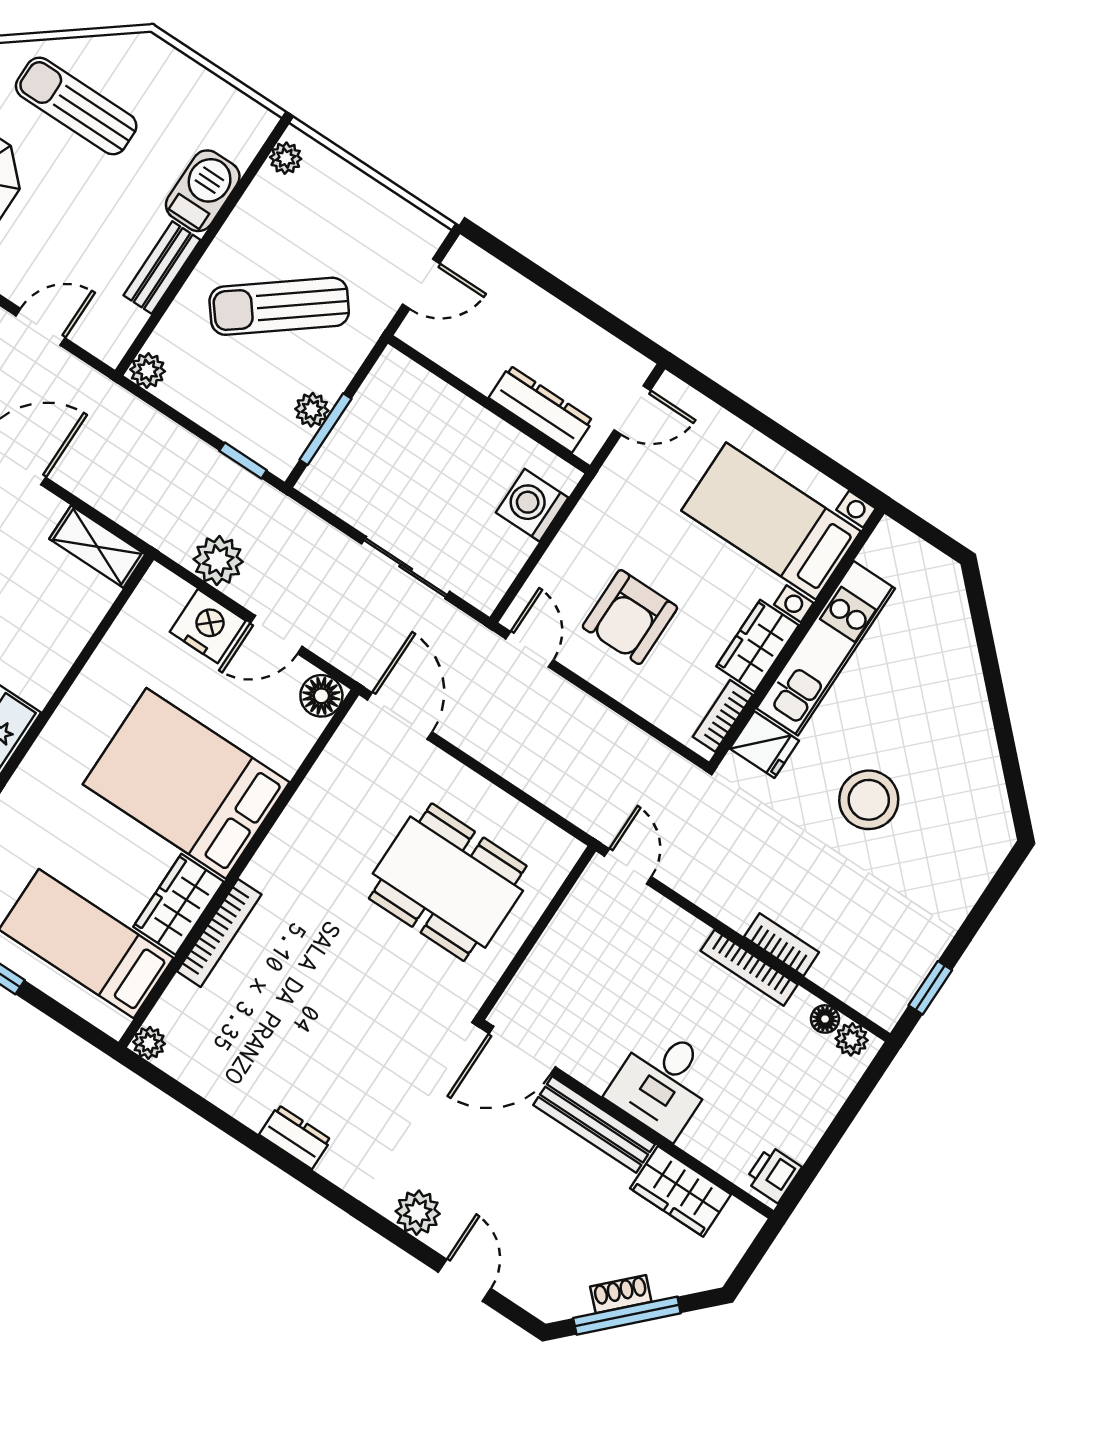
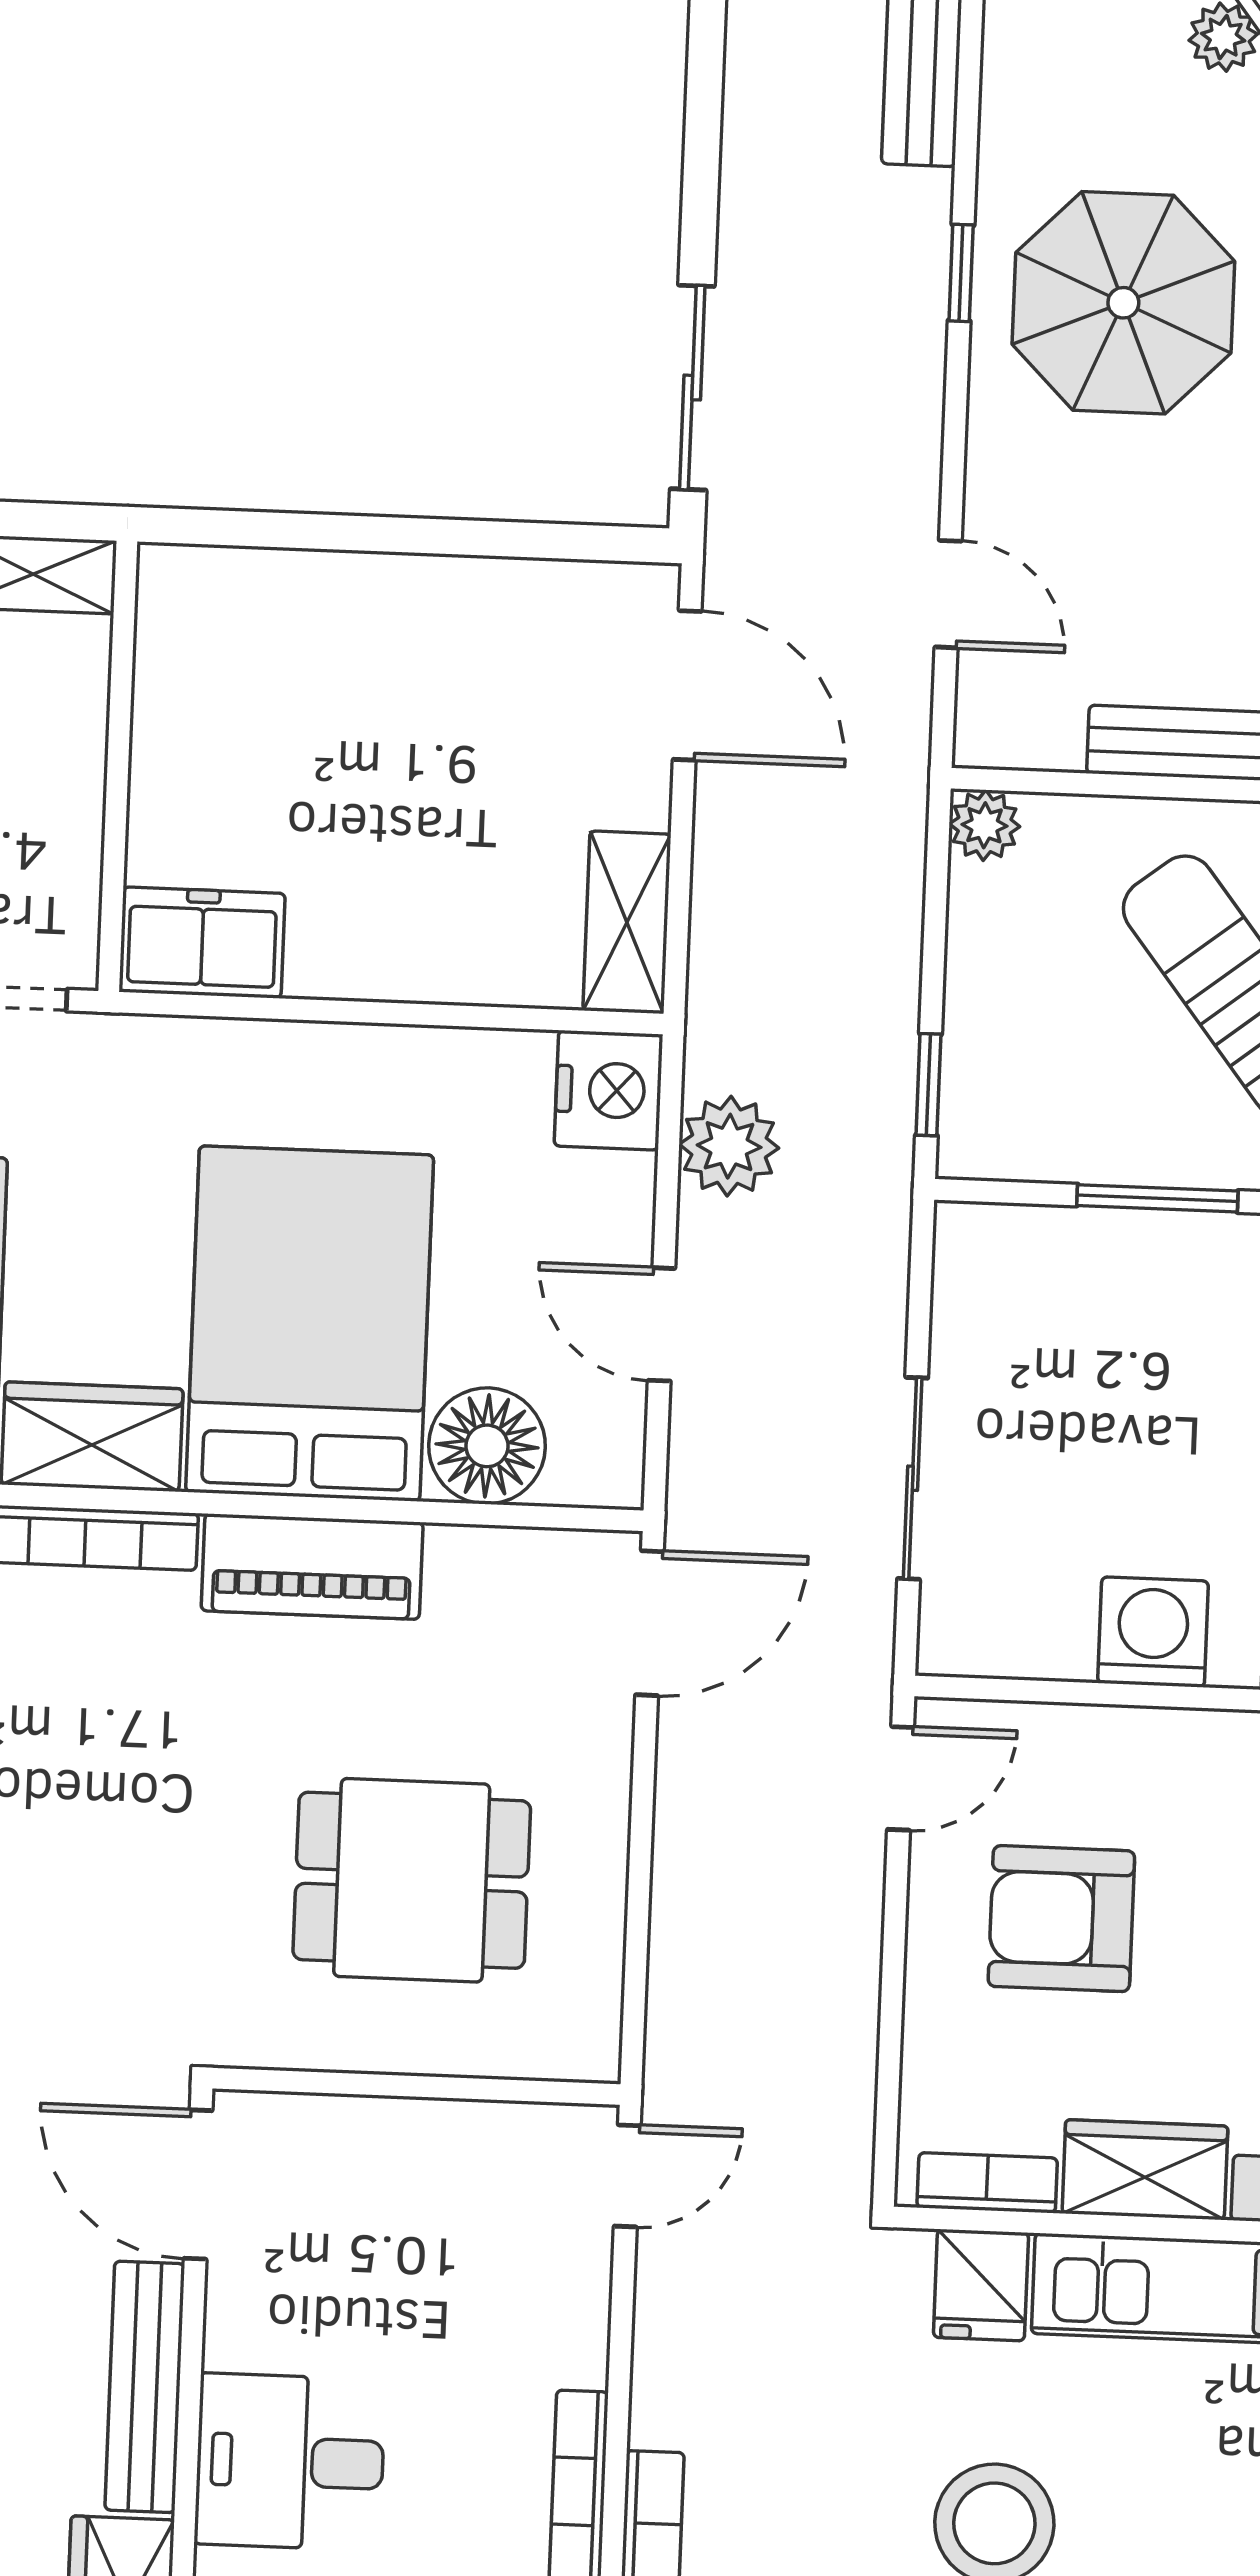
plant: (312, 410) -> (1088, 1151), removed
window: (325, 429) -> (1157, 1198), moved
nightstand: (208, 626) -> (609, 1090), moved
floor lamp: (321, 696) -> (487, 1446), moved, width x1.38, depth x1.38
piano: (290, 844) -> (312, 1567), added
dining table: (448, 882) -> (412, 1880), width x0.73

